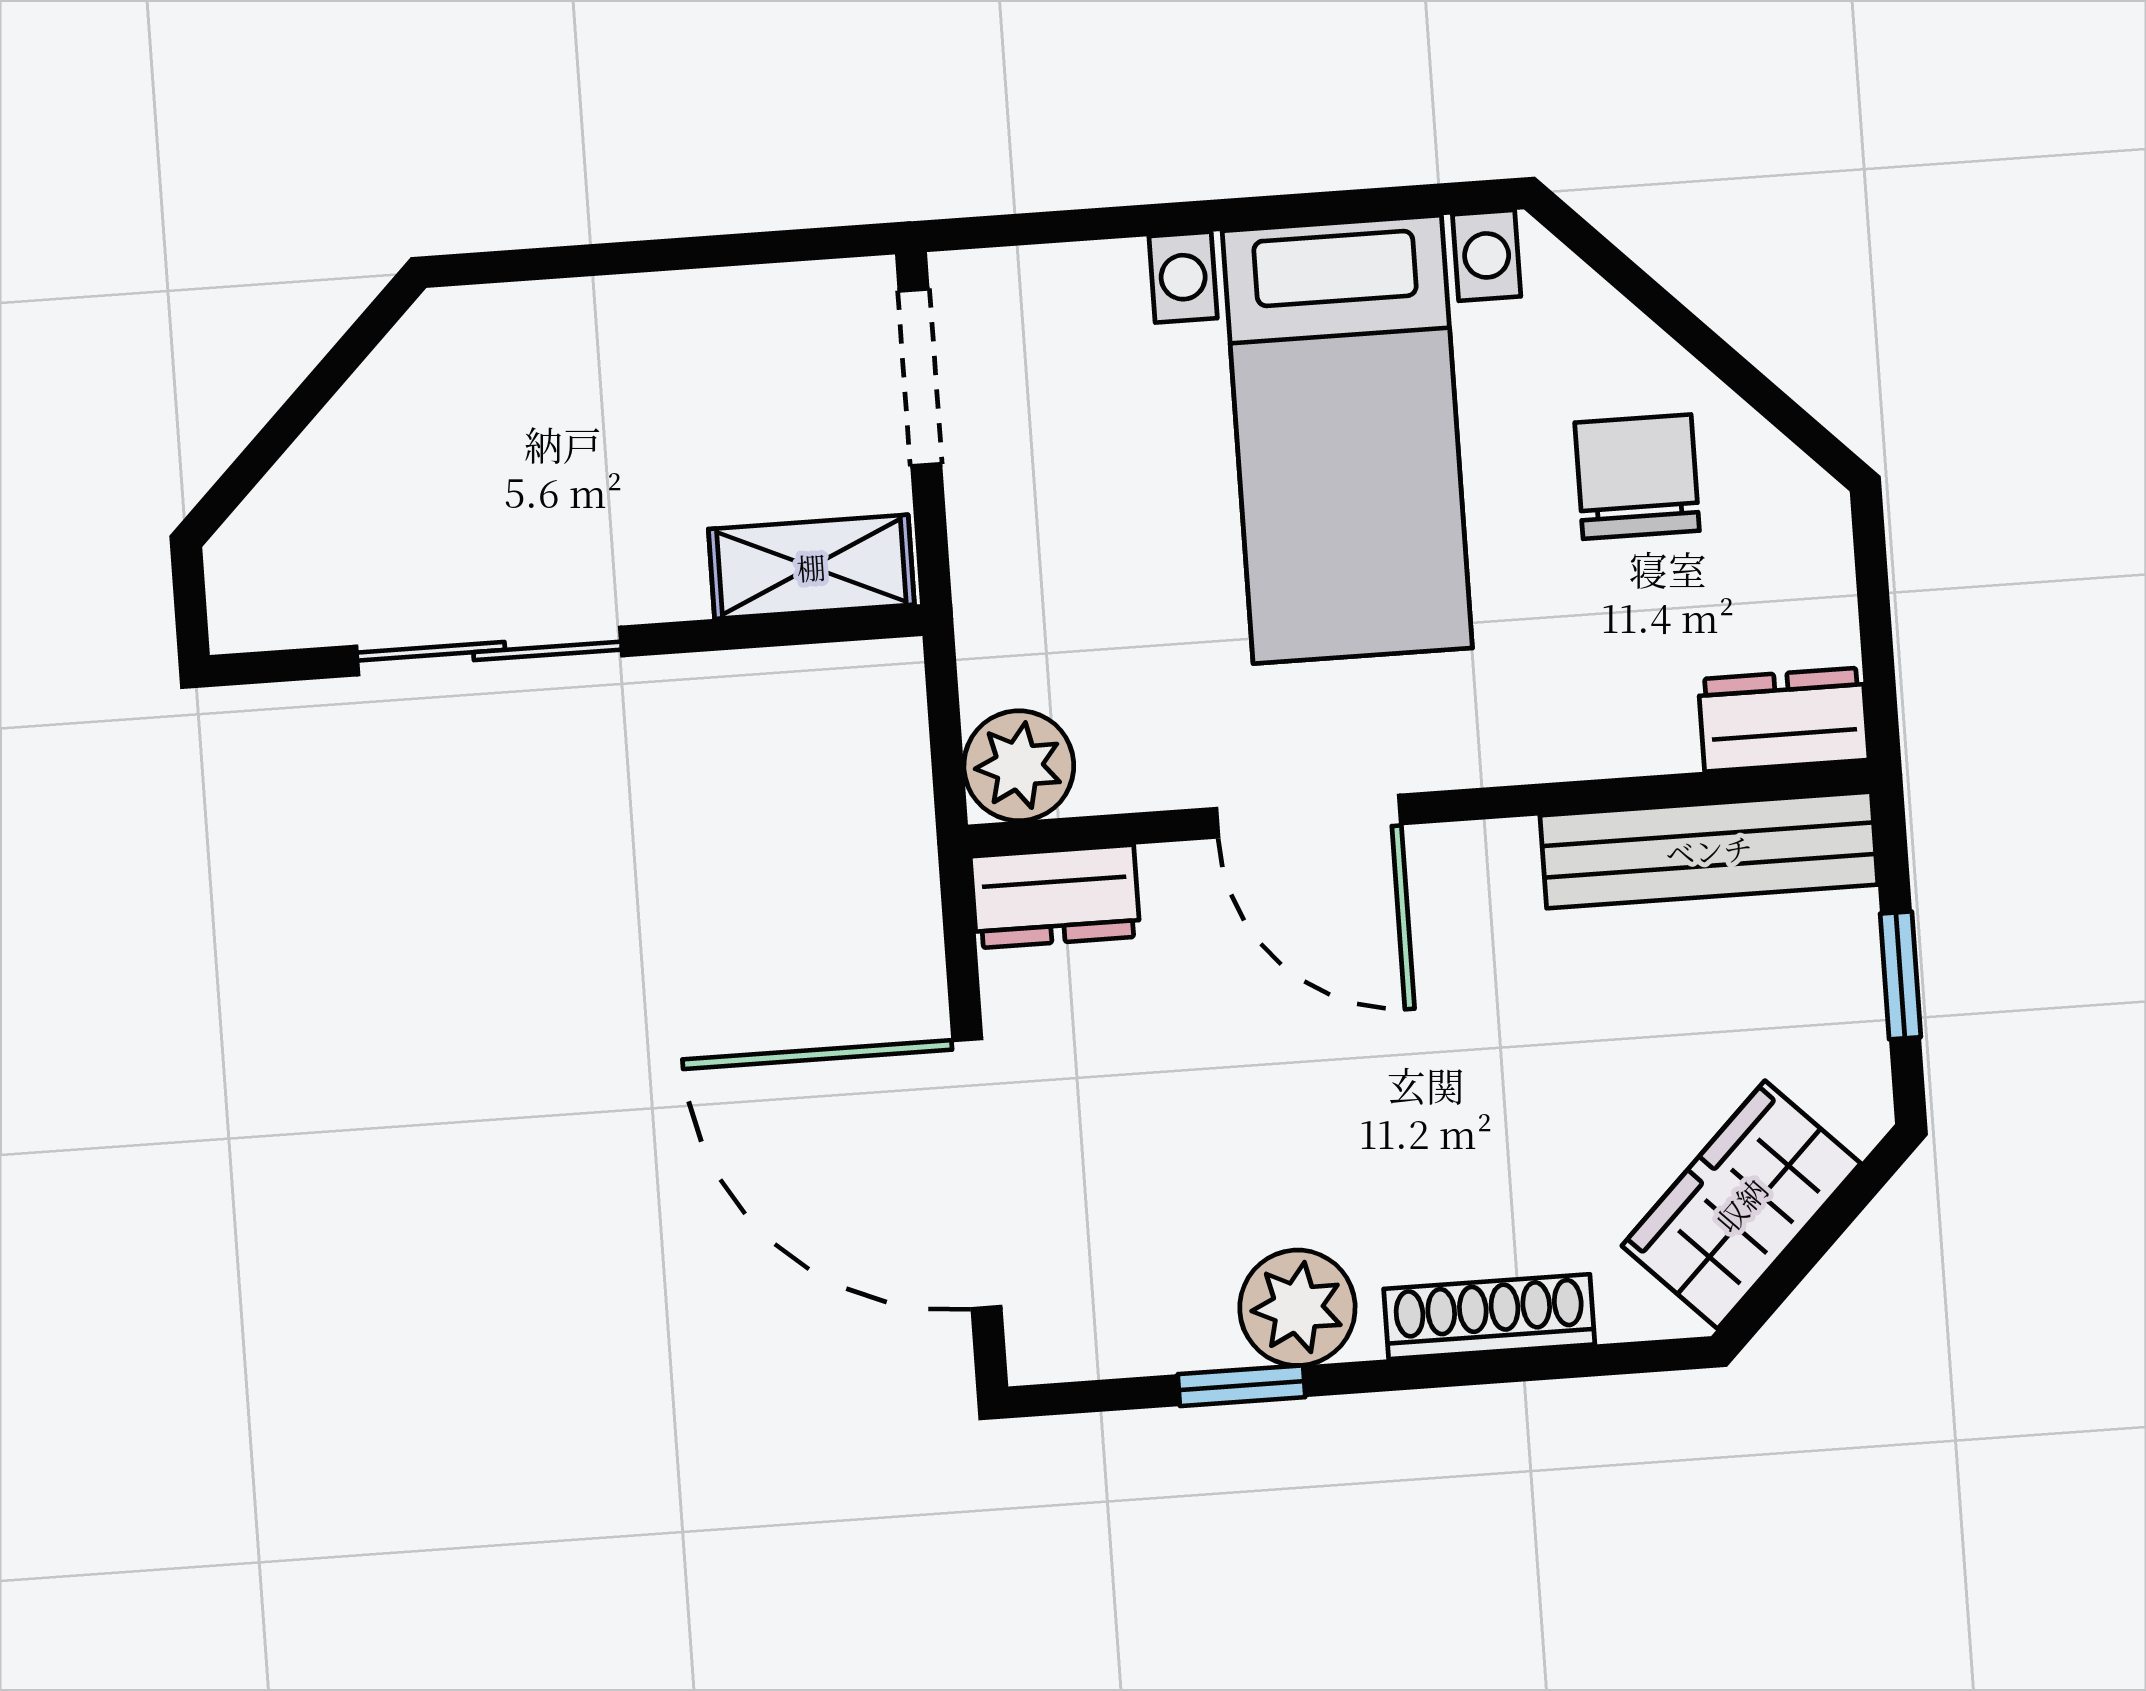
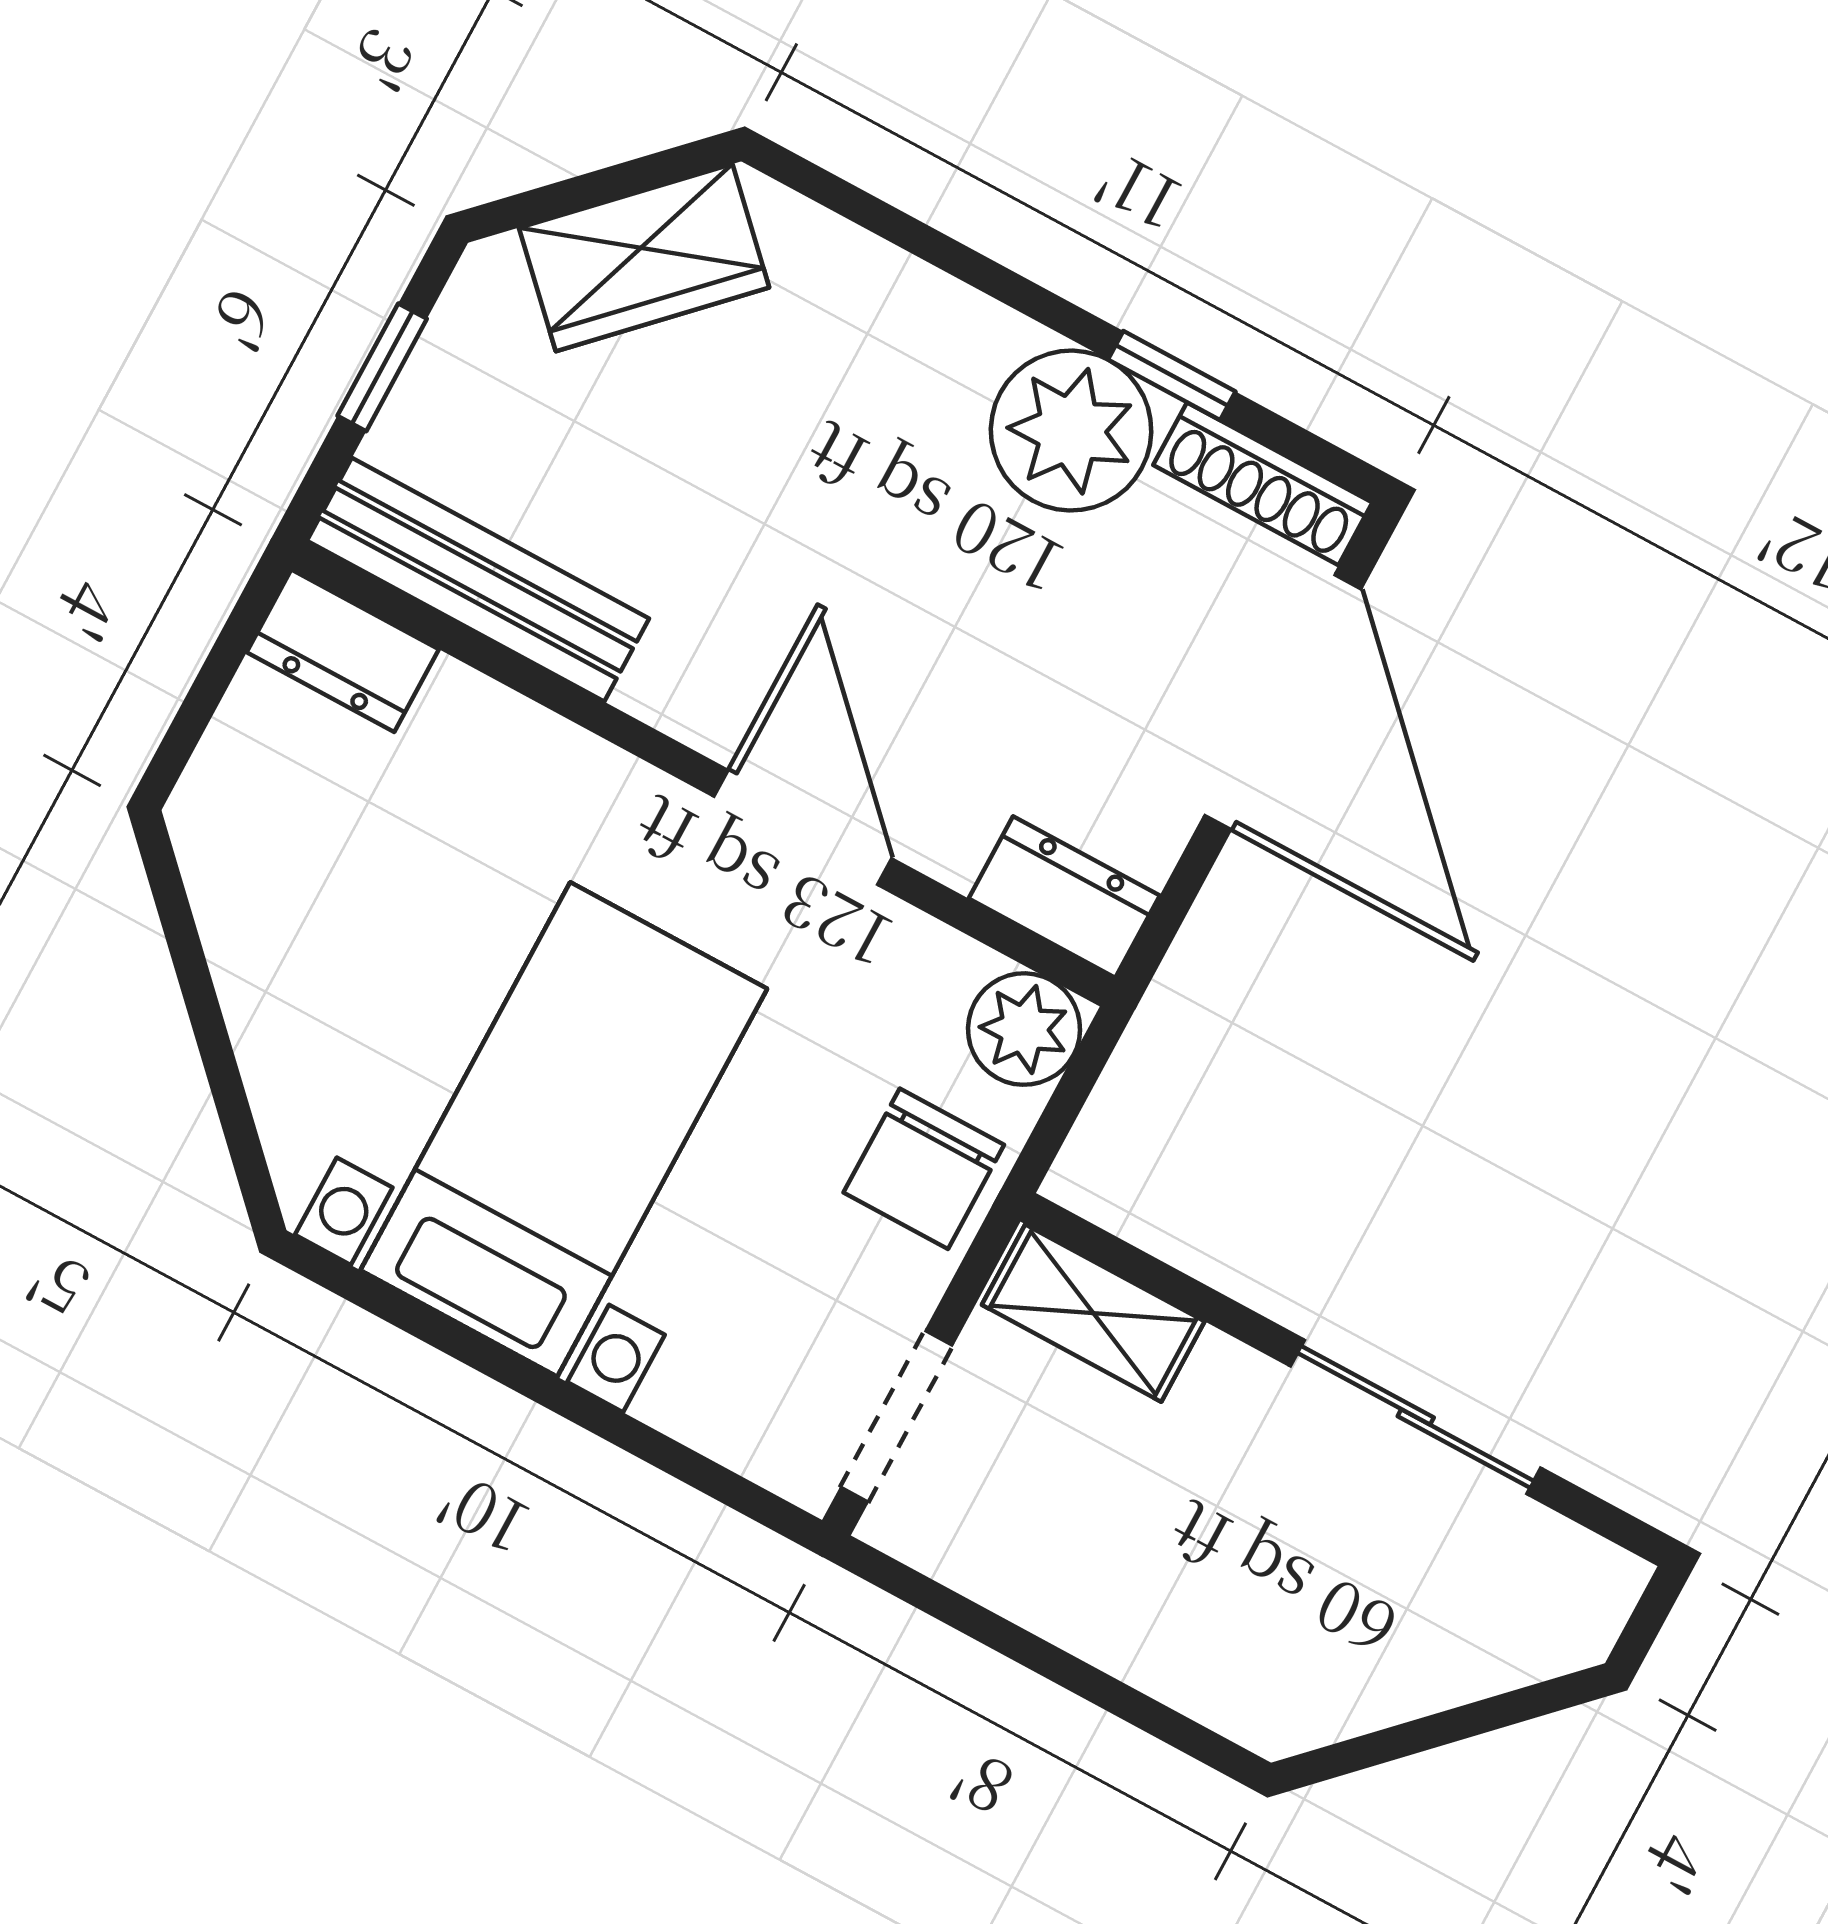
chair: (1637, 477) -> (924, 1169), moved
plant: (1297, 1308) -> (1071, 431), width x1.36, depth x1.36
shoe rack: (1489, 1317) -> (1263, 484), moved

